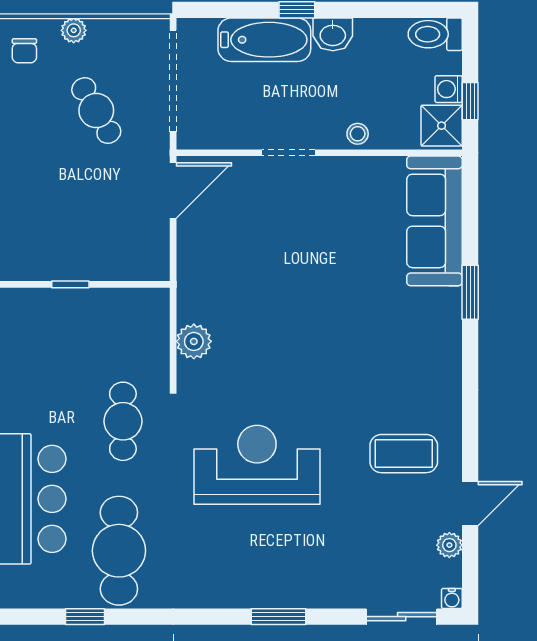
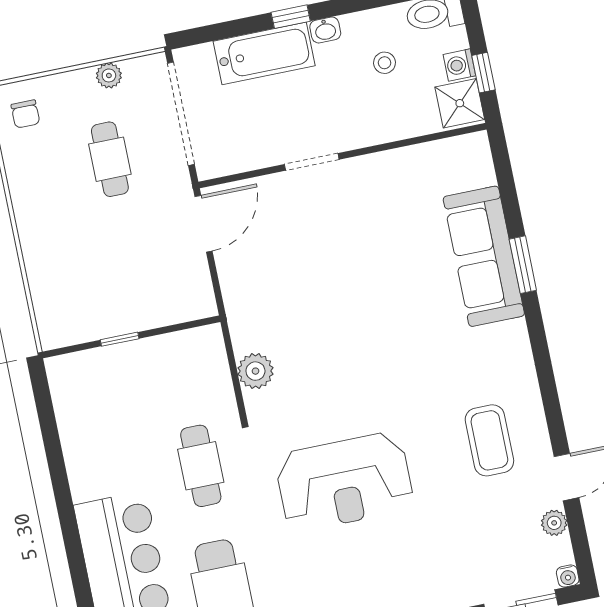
plant: (74, 30) -> (109, 75), moved
washbasin: (333, 34) -> (325, 30), width x0.72, depth x0.69
cafe table: (96, 111) -> (110, 159), turned 30
stool: (358, 134) -> (385, 63), moved
sofa: (434, 221) -> (484, 256), moved
coffee table: (404, 454) -> (489, 440), turned 90
reception desk: (257, 465) -> (344, 482), turned 180

